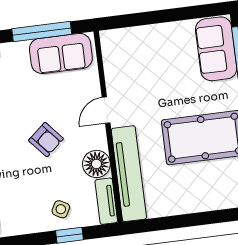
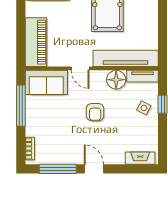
piano: (136, 42) -> (36, 42), added
sofa: (61, 53) -> (46, 82), moved, turned 90
armchair: (46, 140) -> (95, 112), turned 131

